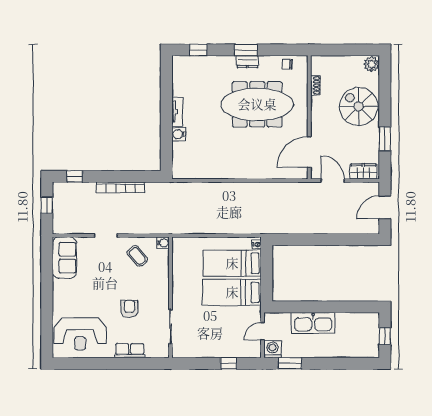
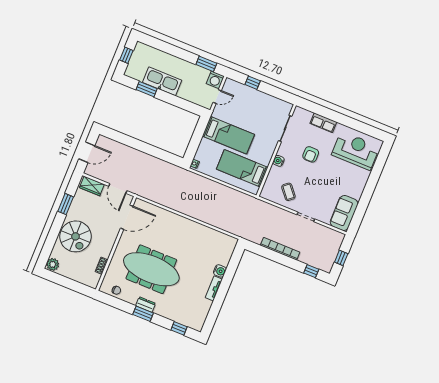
water cooler: (163, 243) -> (278, 161), moved
bed: (232, 263) -> (242, 168), moved, turned 180
window: (346, 307) -> (147, 89), added
kitchen sink: (313, 323) -> (162, 81), moved

